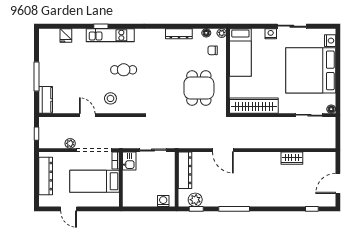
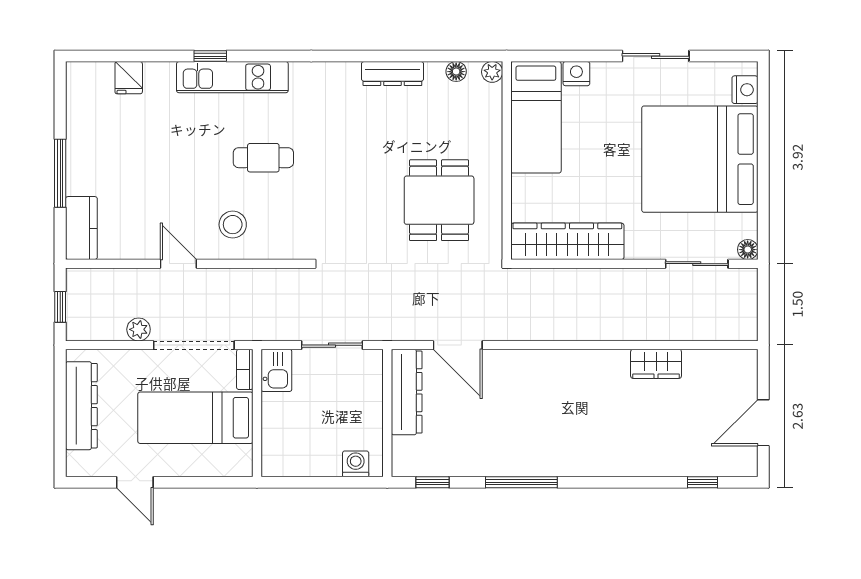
nightstand: (271, 34) -> (576, 74), moved
chair: (213, 50) -> (471, 112), removed
door: (223, 150) -> (458, 345), moved
plant: (195, 200) -> (430, 461), removed

